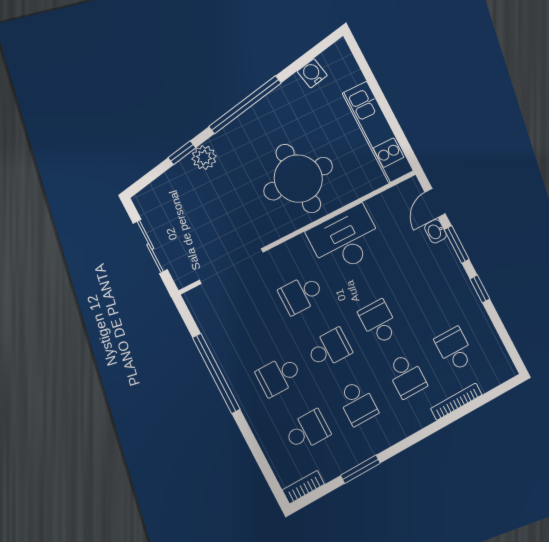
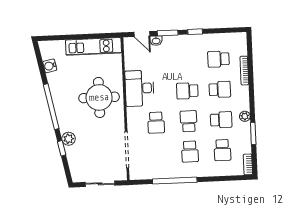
school desk: (307, 431) -> (222, 150), turned 180
plant: (382, 440) -> (245, 116), added

